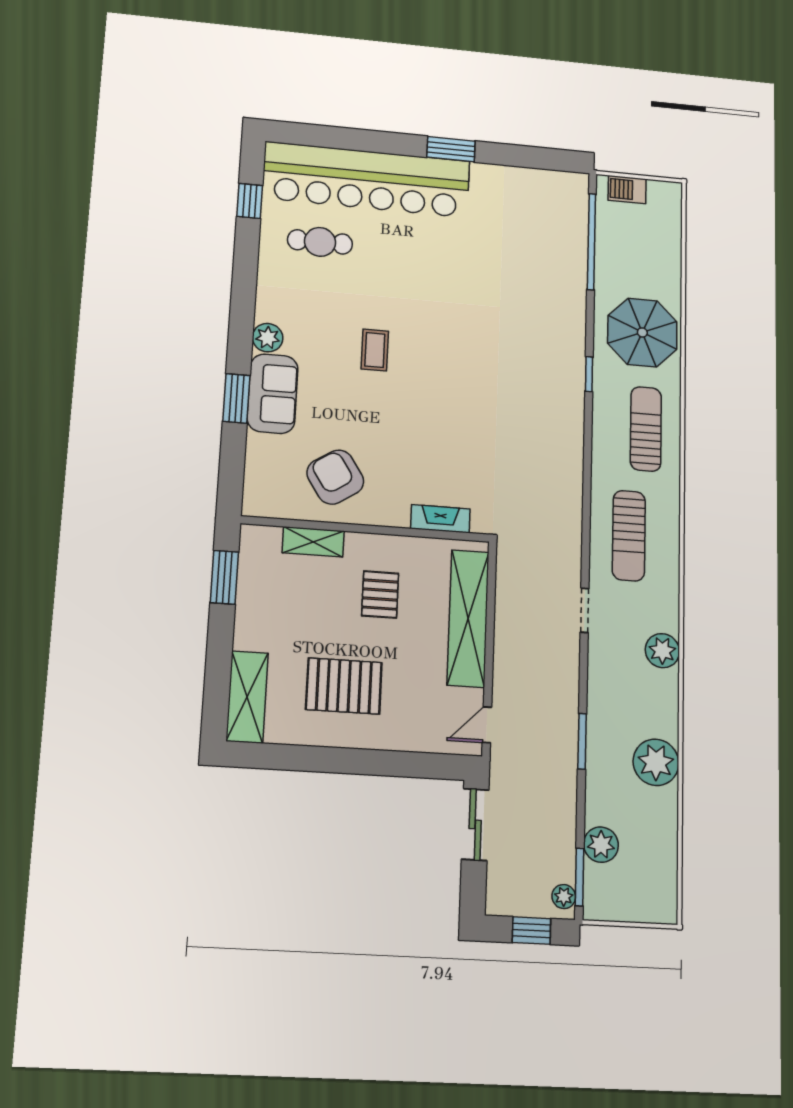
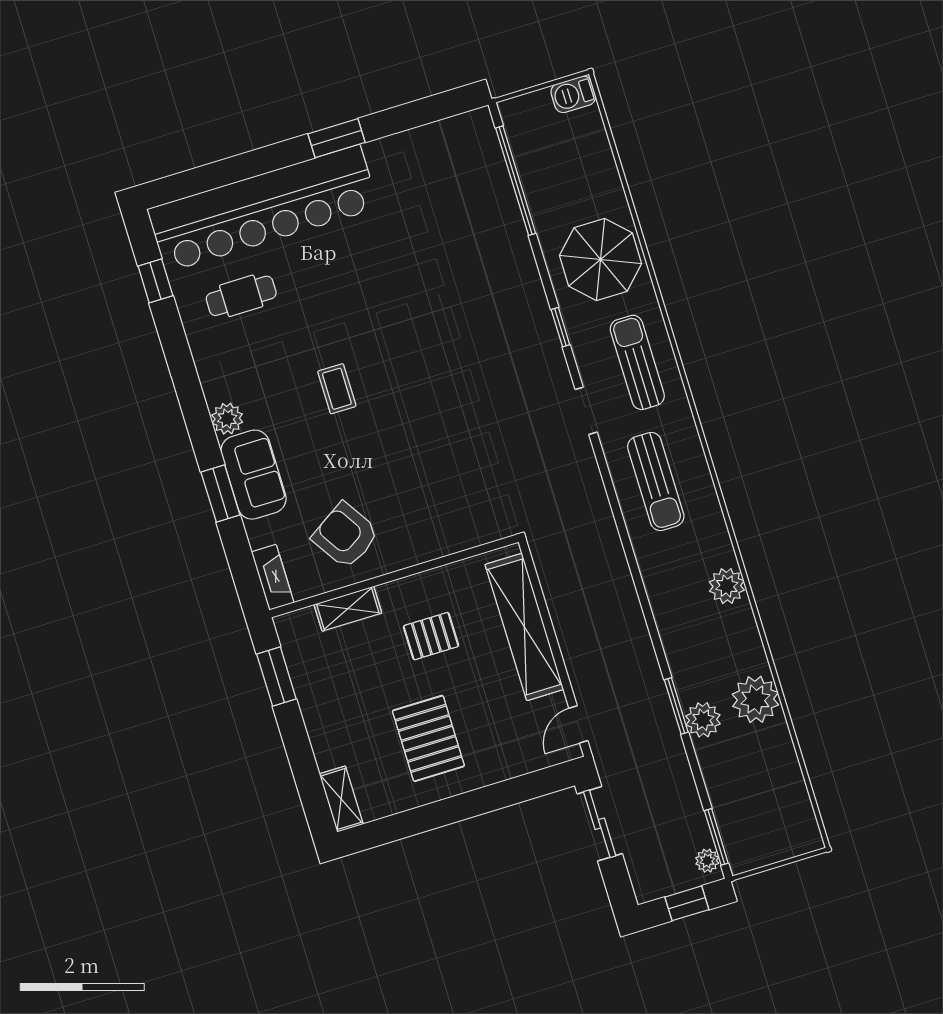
barbecue: (627, 190) -> (573, 94), moved
fireplace: (440, 519) -> (273, 577), moved, turned 90
pallet: (380, 594) -> (431, 636), turned 90
doorway: (585, 610) -> (586, 411), moved
pallet: (344, 686) -> (428, 738), turned 90
shelving: (247, 697) -> (341, 799), width x0.67, depth x0.75
plant: (601, 845) -> (703, 720), moved

